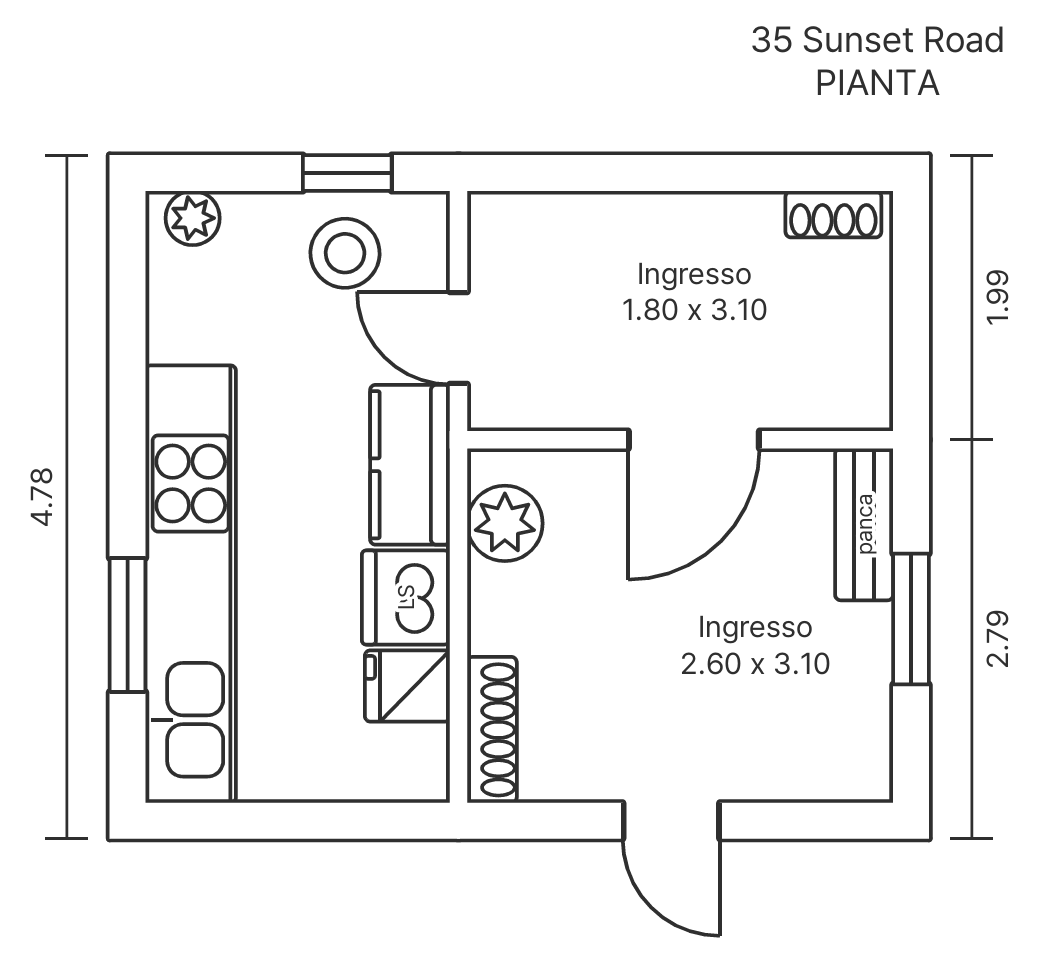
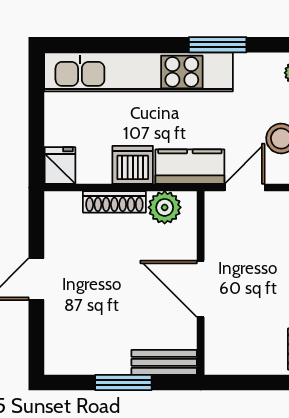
window: (128, 625) -> (218, 45), moved
fridge: (407, 686) -> (60, 165), moved
shoe rack: (492, 730) -> (114, 202), moved

